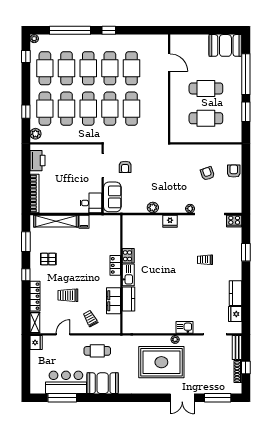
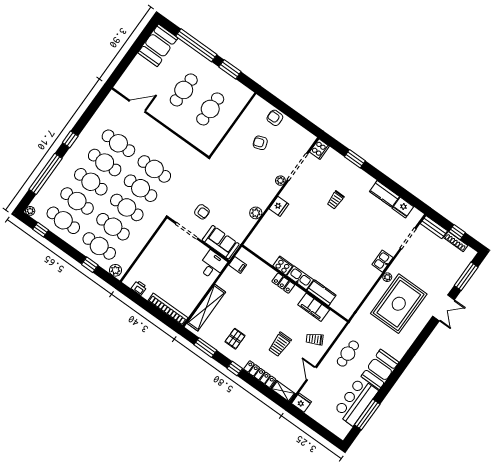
printer: (37, 161) -> (139, 288), width x0.53, depth x0.68
filing cabinet: (84, 222) -> (238, 265), moved

